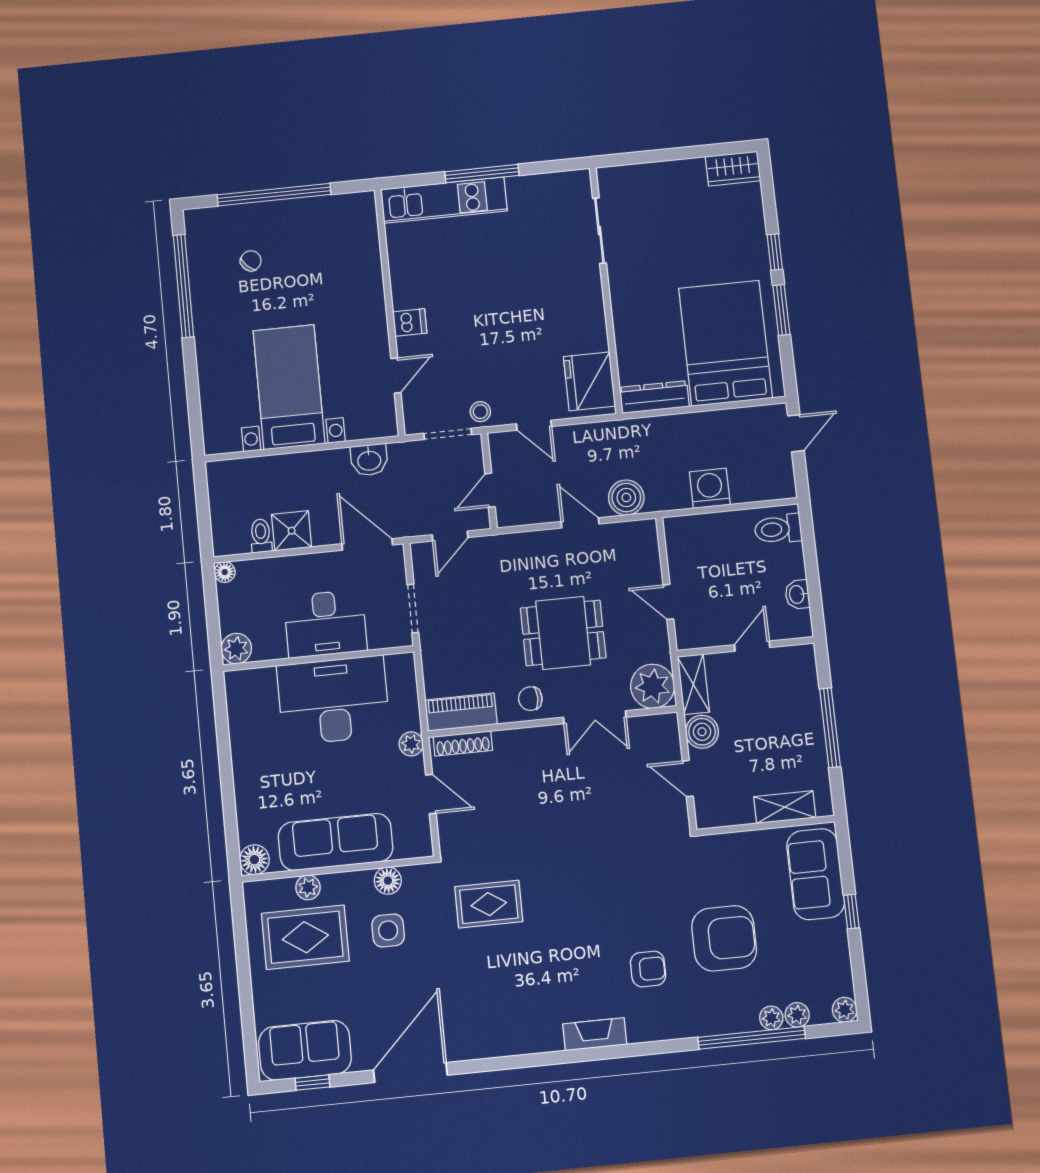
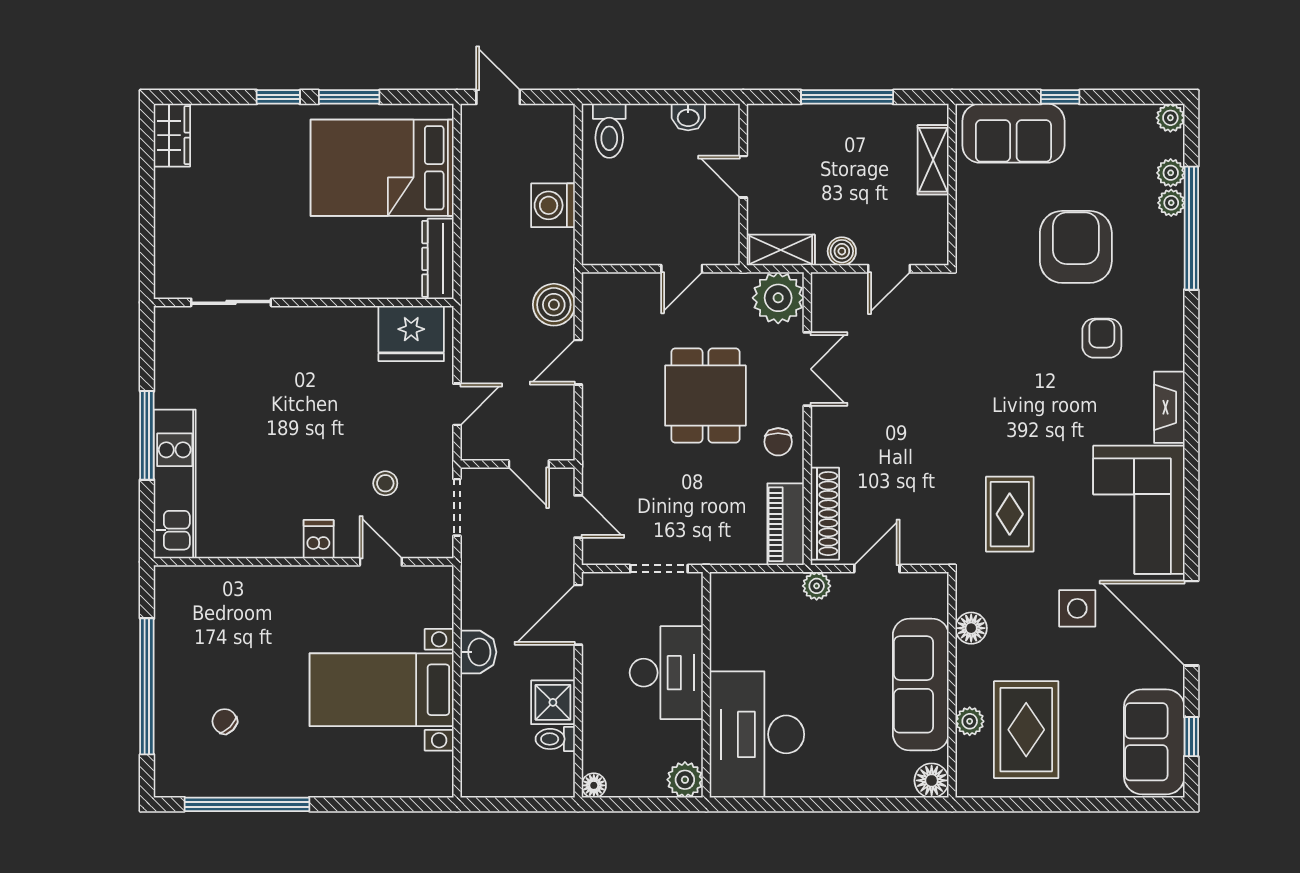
stool: (480, 412) -> (385, 483), moved
washbasin: (369, 460) -> (478, 652), moved
desk: (333, 700) -> (757, 734), moved
boiler: (702, 732) -> (842, 251), width x0.73, depth x0.73
shoe rack: (463, 743) -> (825, 514), width x1.36, depth x1.24
side table: (388, 930) -> (1077, 608), moved
corner sofa: (504, 1016) -> (1139, 510), added

